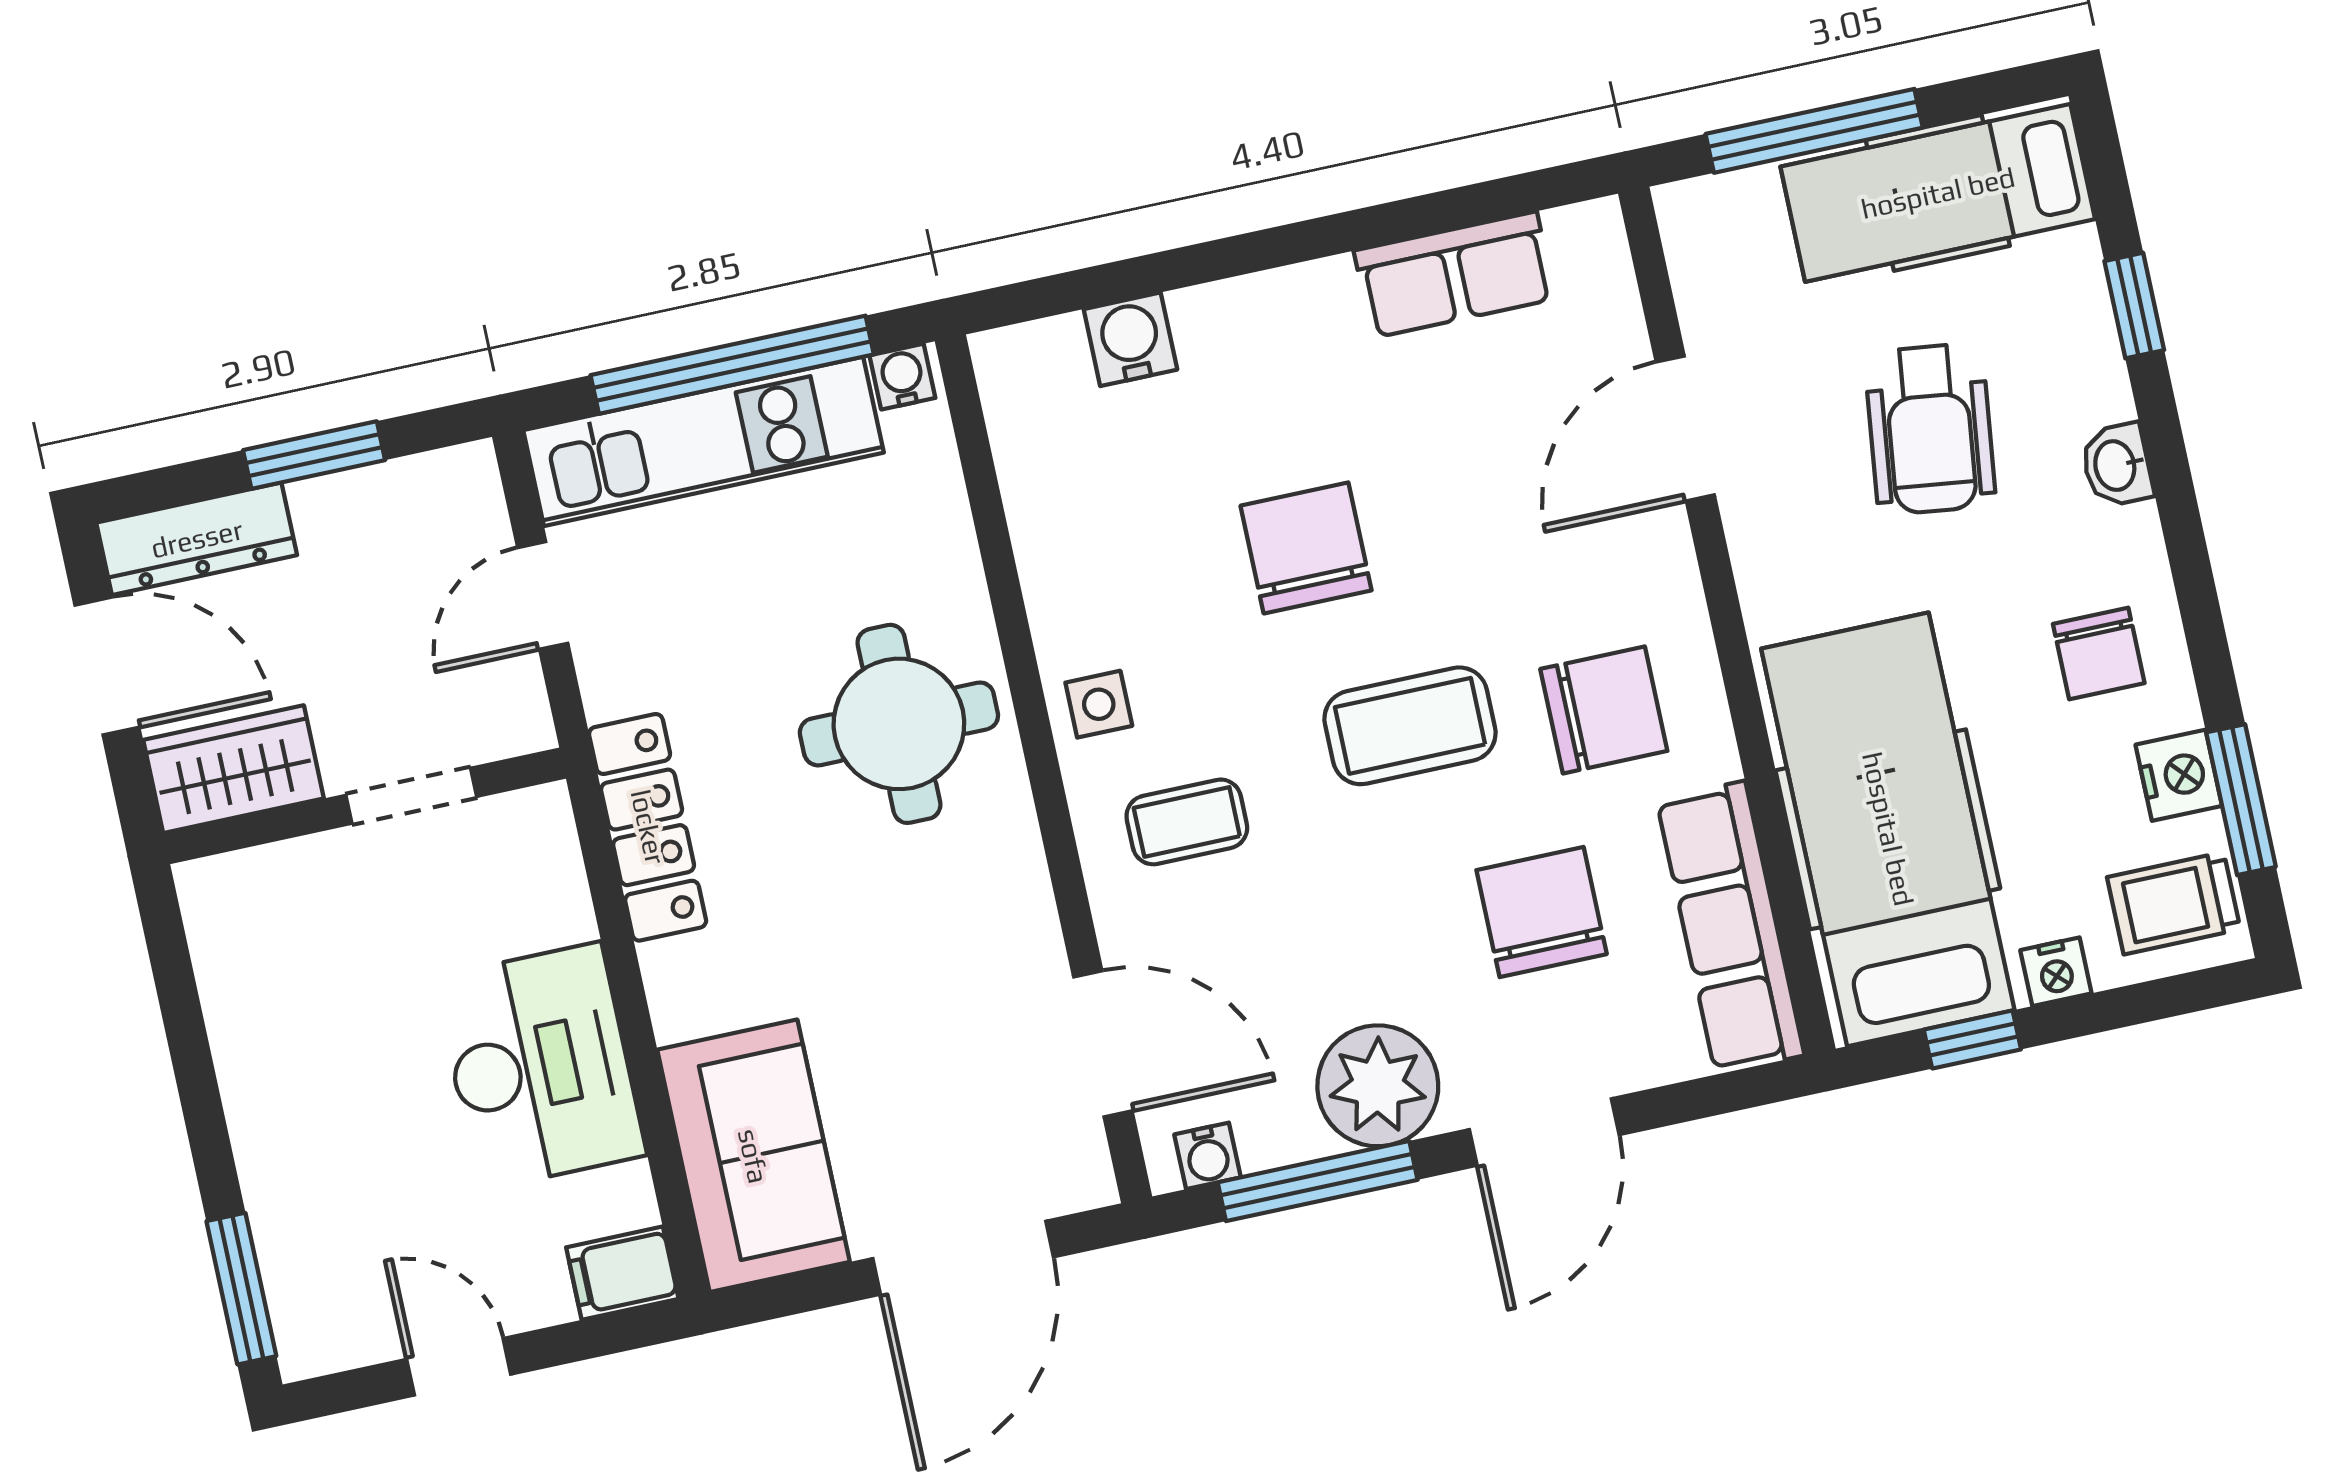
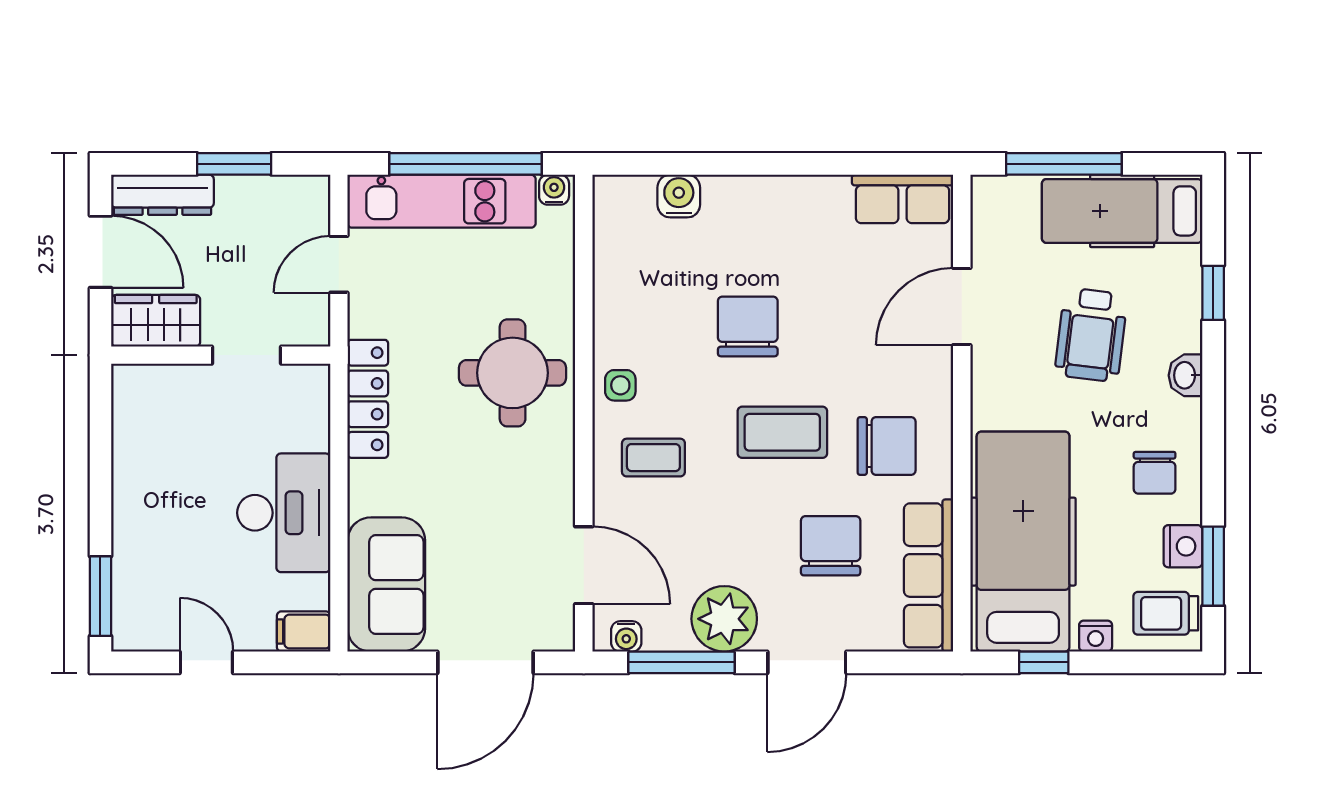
row of seats: (1455, 275) -> (902, 199), moved

